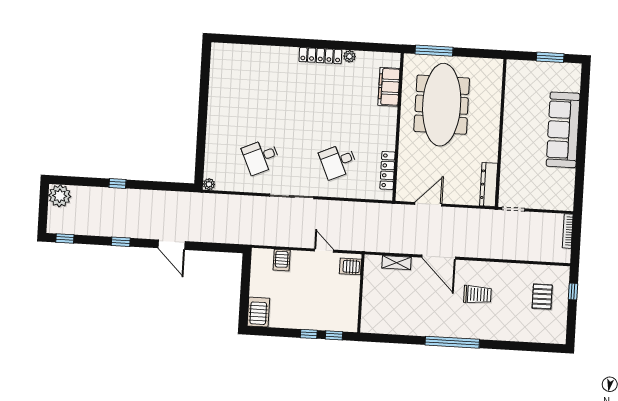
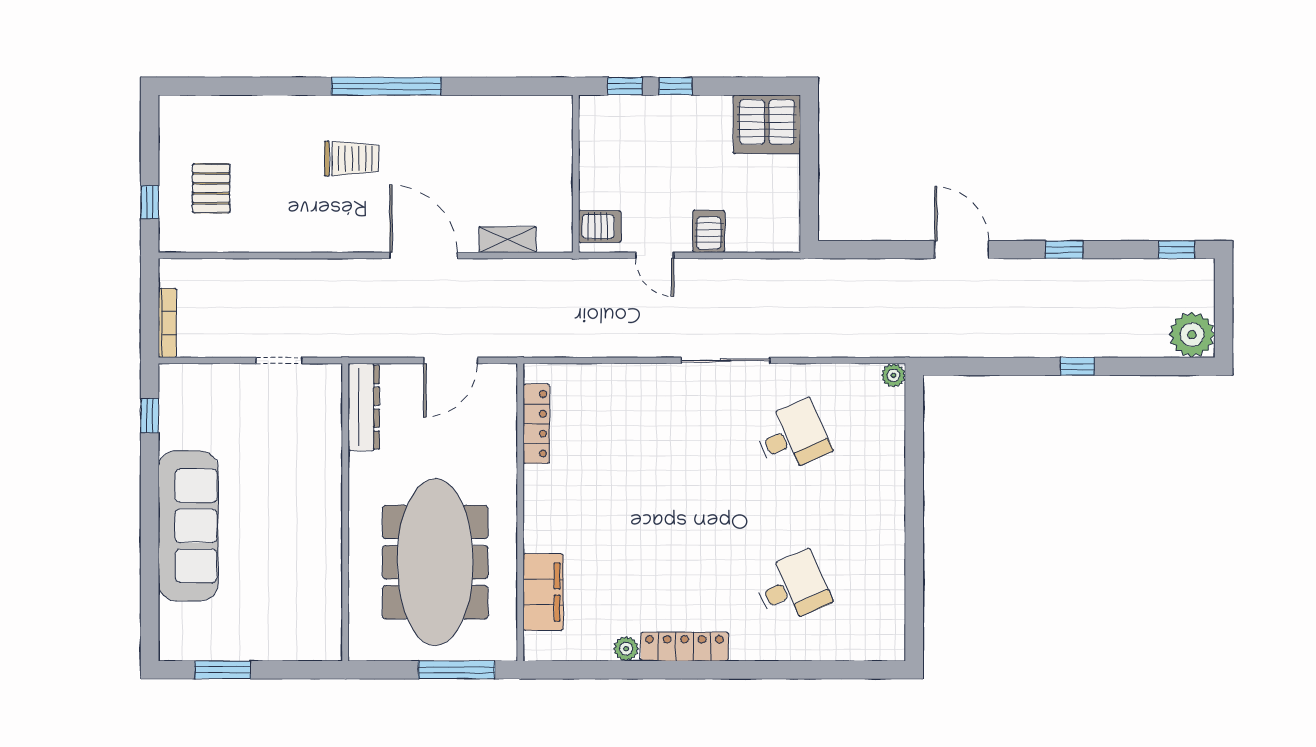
wall: (501, 133) -> (345, 512), moved
desk: (338, 161) -> (792, 588), moved
dresser: (489, 185) -> (364, 407), moved
window: (579, 186) -> (150, 416), added
server rack: (282, 260) -> (709, 231), moved
trolley: (477, 295) -> (352, 159), moved, turned 180
server rack: (258, 312) -> (767, 124), width x1.60

